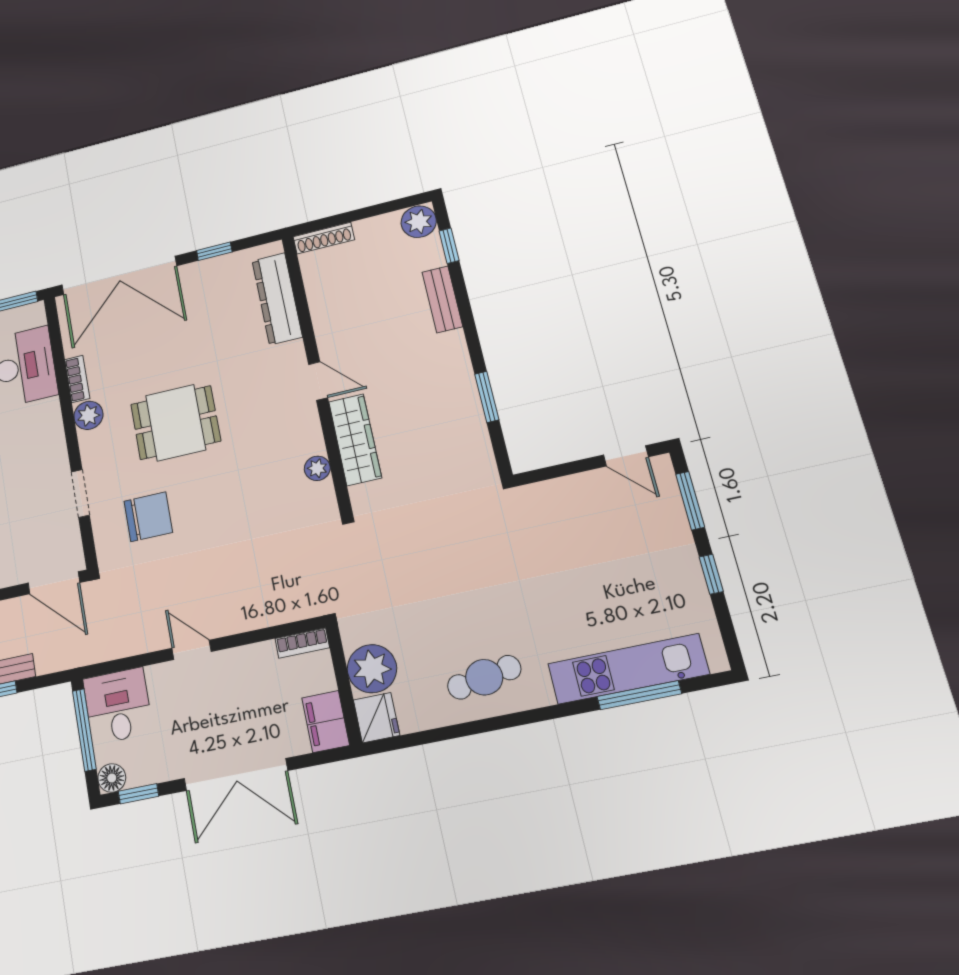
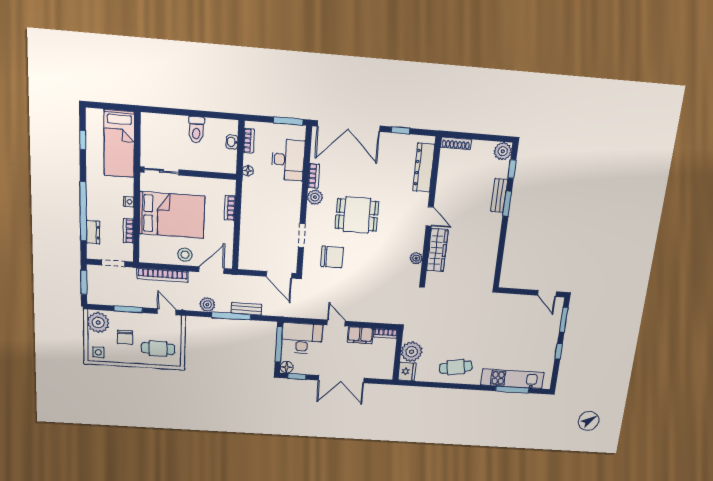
window: (487, 397) -> (507, 204), moved
desk: (118, 706) -> (302, 338), width x1.37
filing cabinet: (326, 722) -> (360, 335), moved, turned -90

